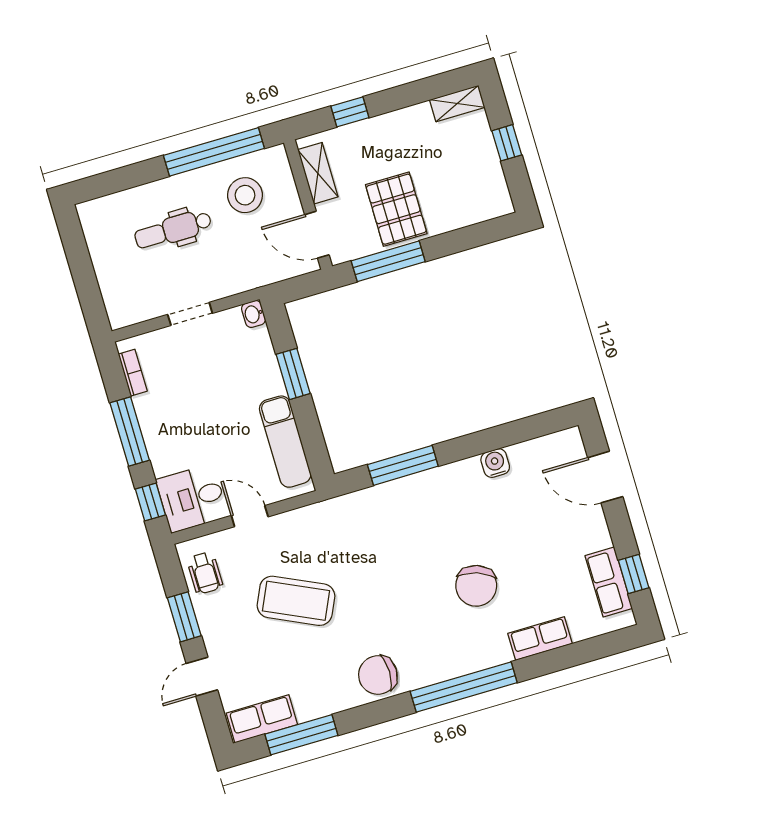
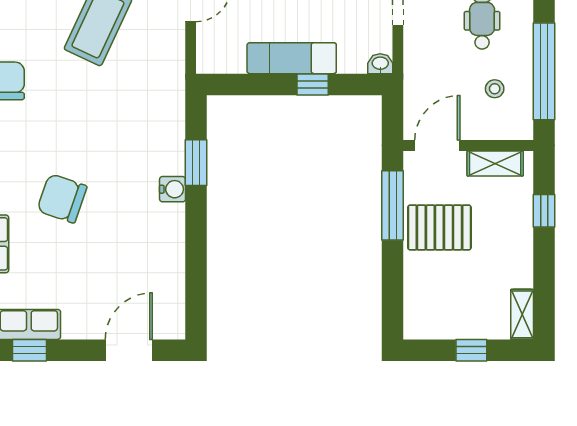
stool: (245, 195) -> (495, 89), width x0.53, depth x0.53
window: (293, 374) -> (313, 84), width x0.67
exam couch: (285, 442) -> (292, 58), moved
water cooler: (495, 463) -> (173, 189), moved
window: (403, 465) -> (196, 163), width x0.69

